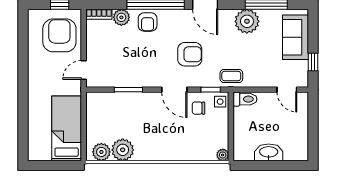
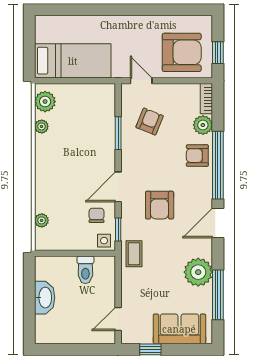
armchair: (118, 63) -> (150, 121), added
toilet: (245, 99) -> (85, 270), moved
plant: (123, 150) -> (42, 126), width x0.53, depth x0.53
plant: (223, 155) -> (42, 220), moved

